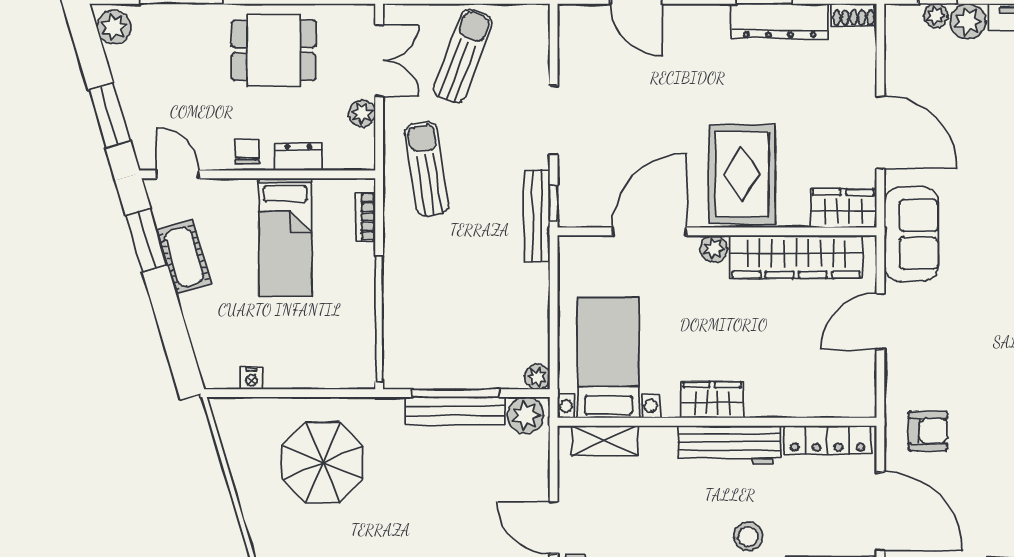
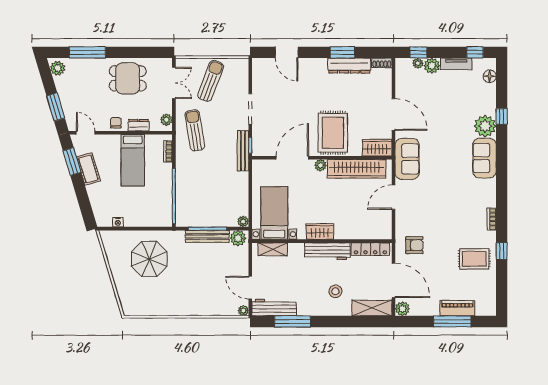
plant: (362, 113) -> (166, 120), moved

